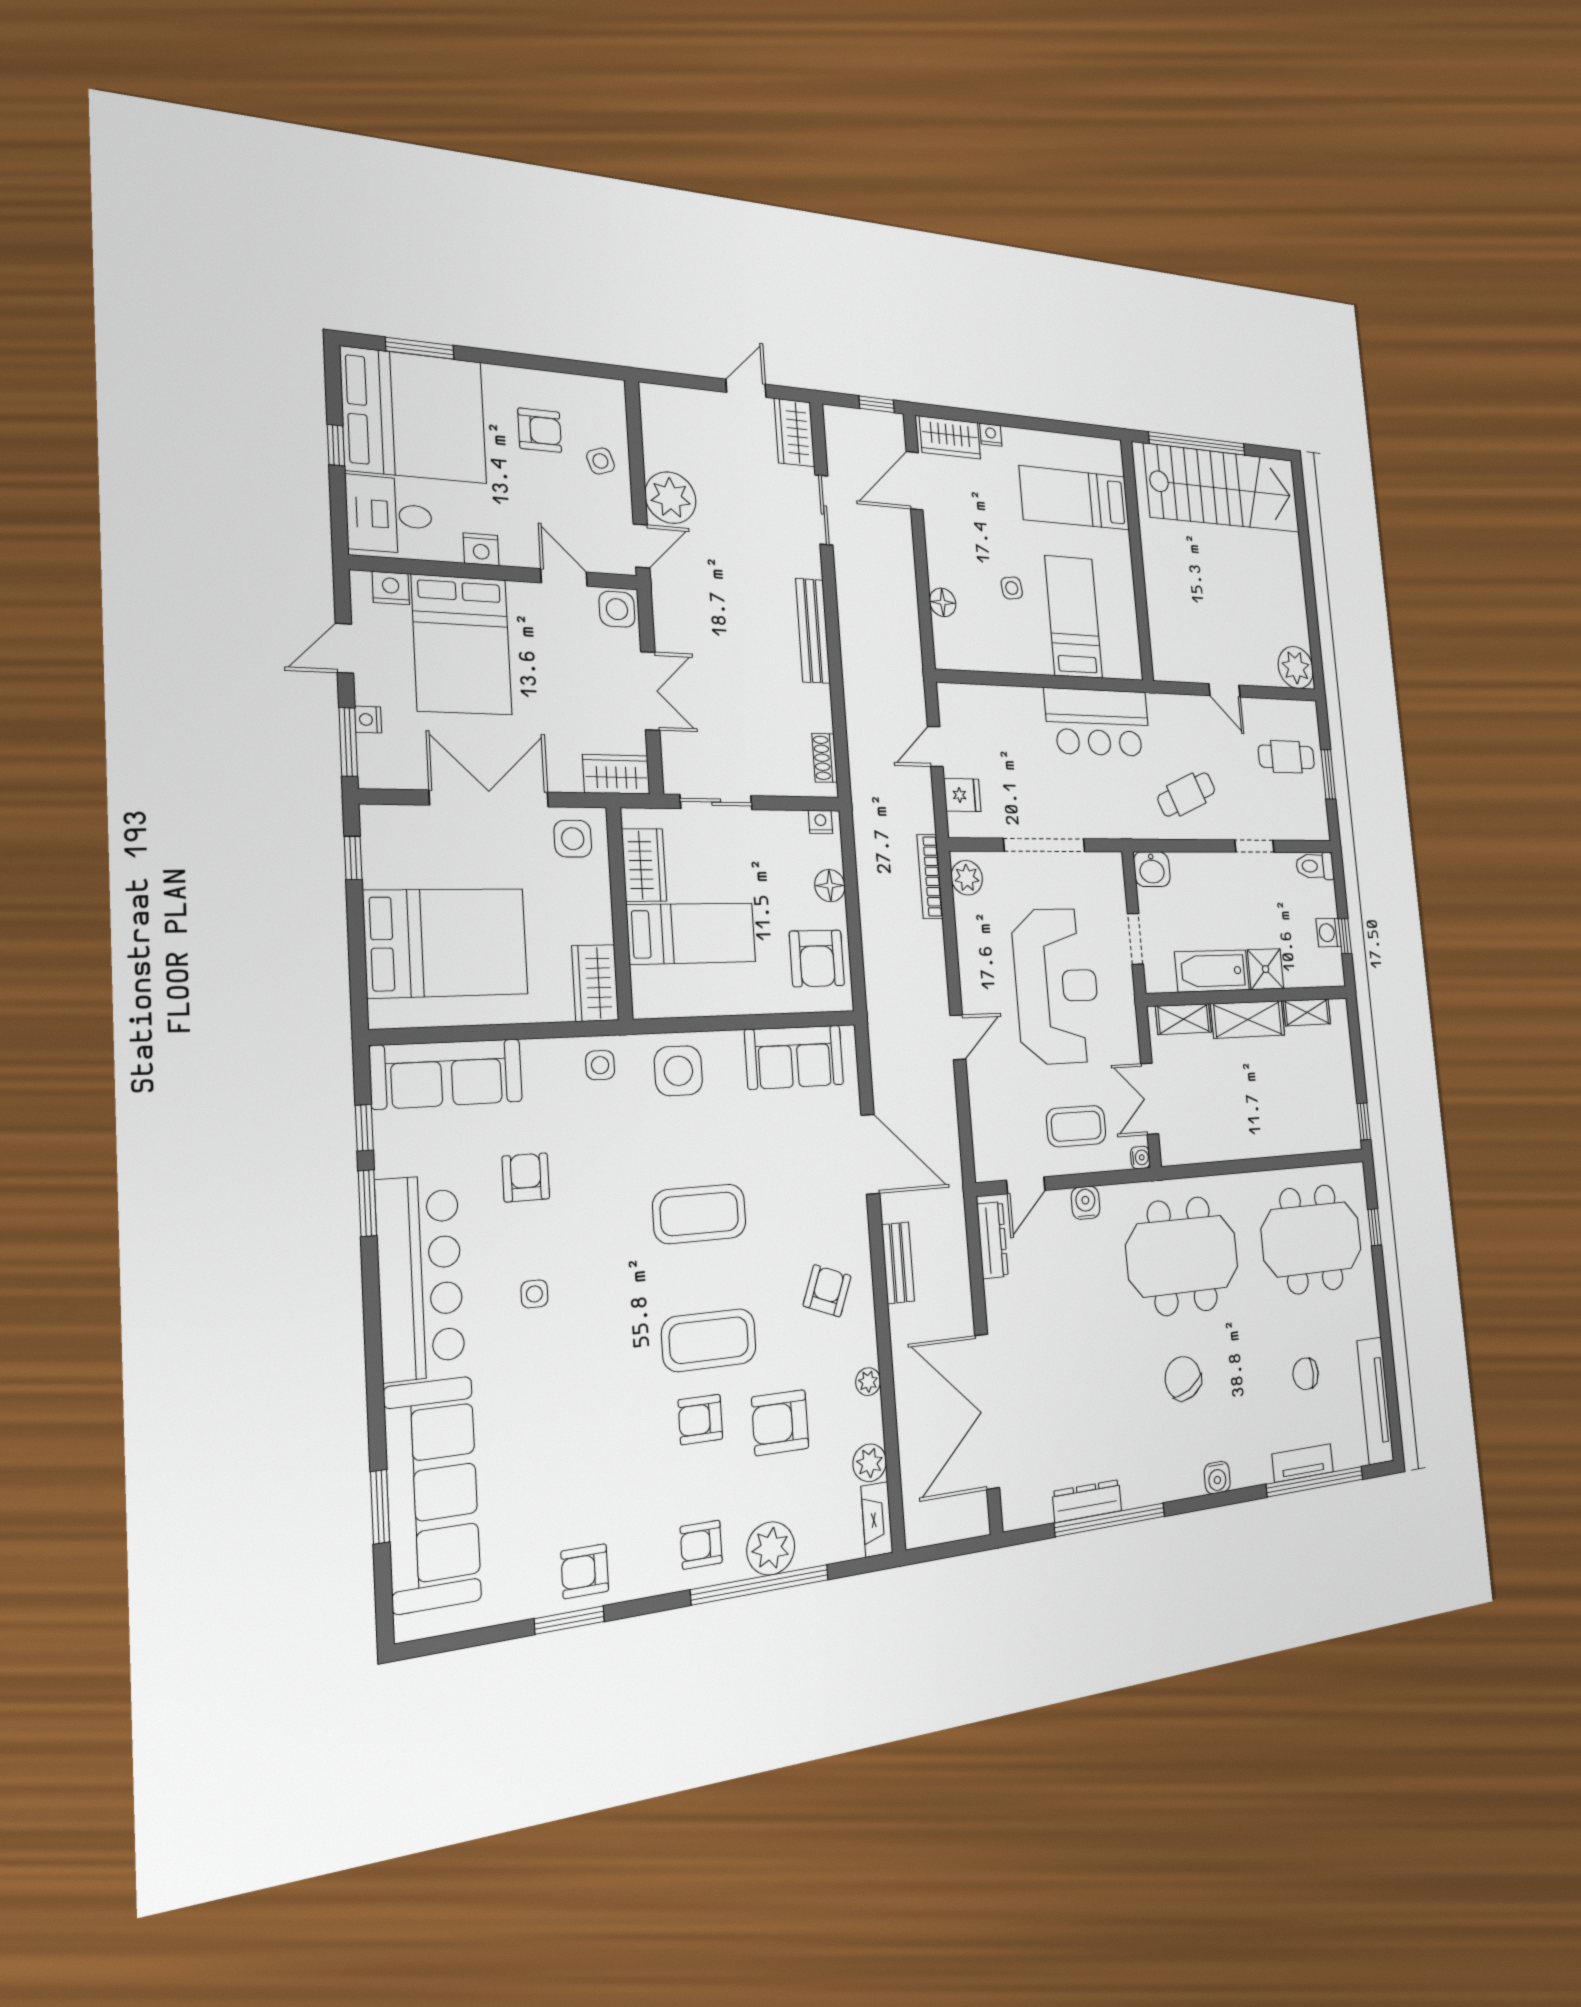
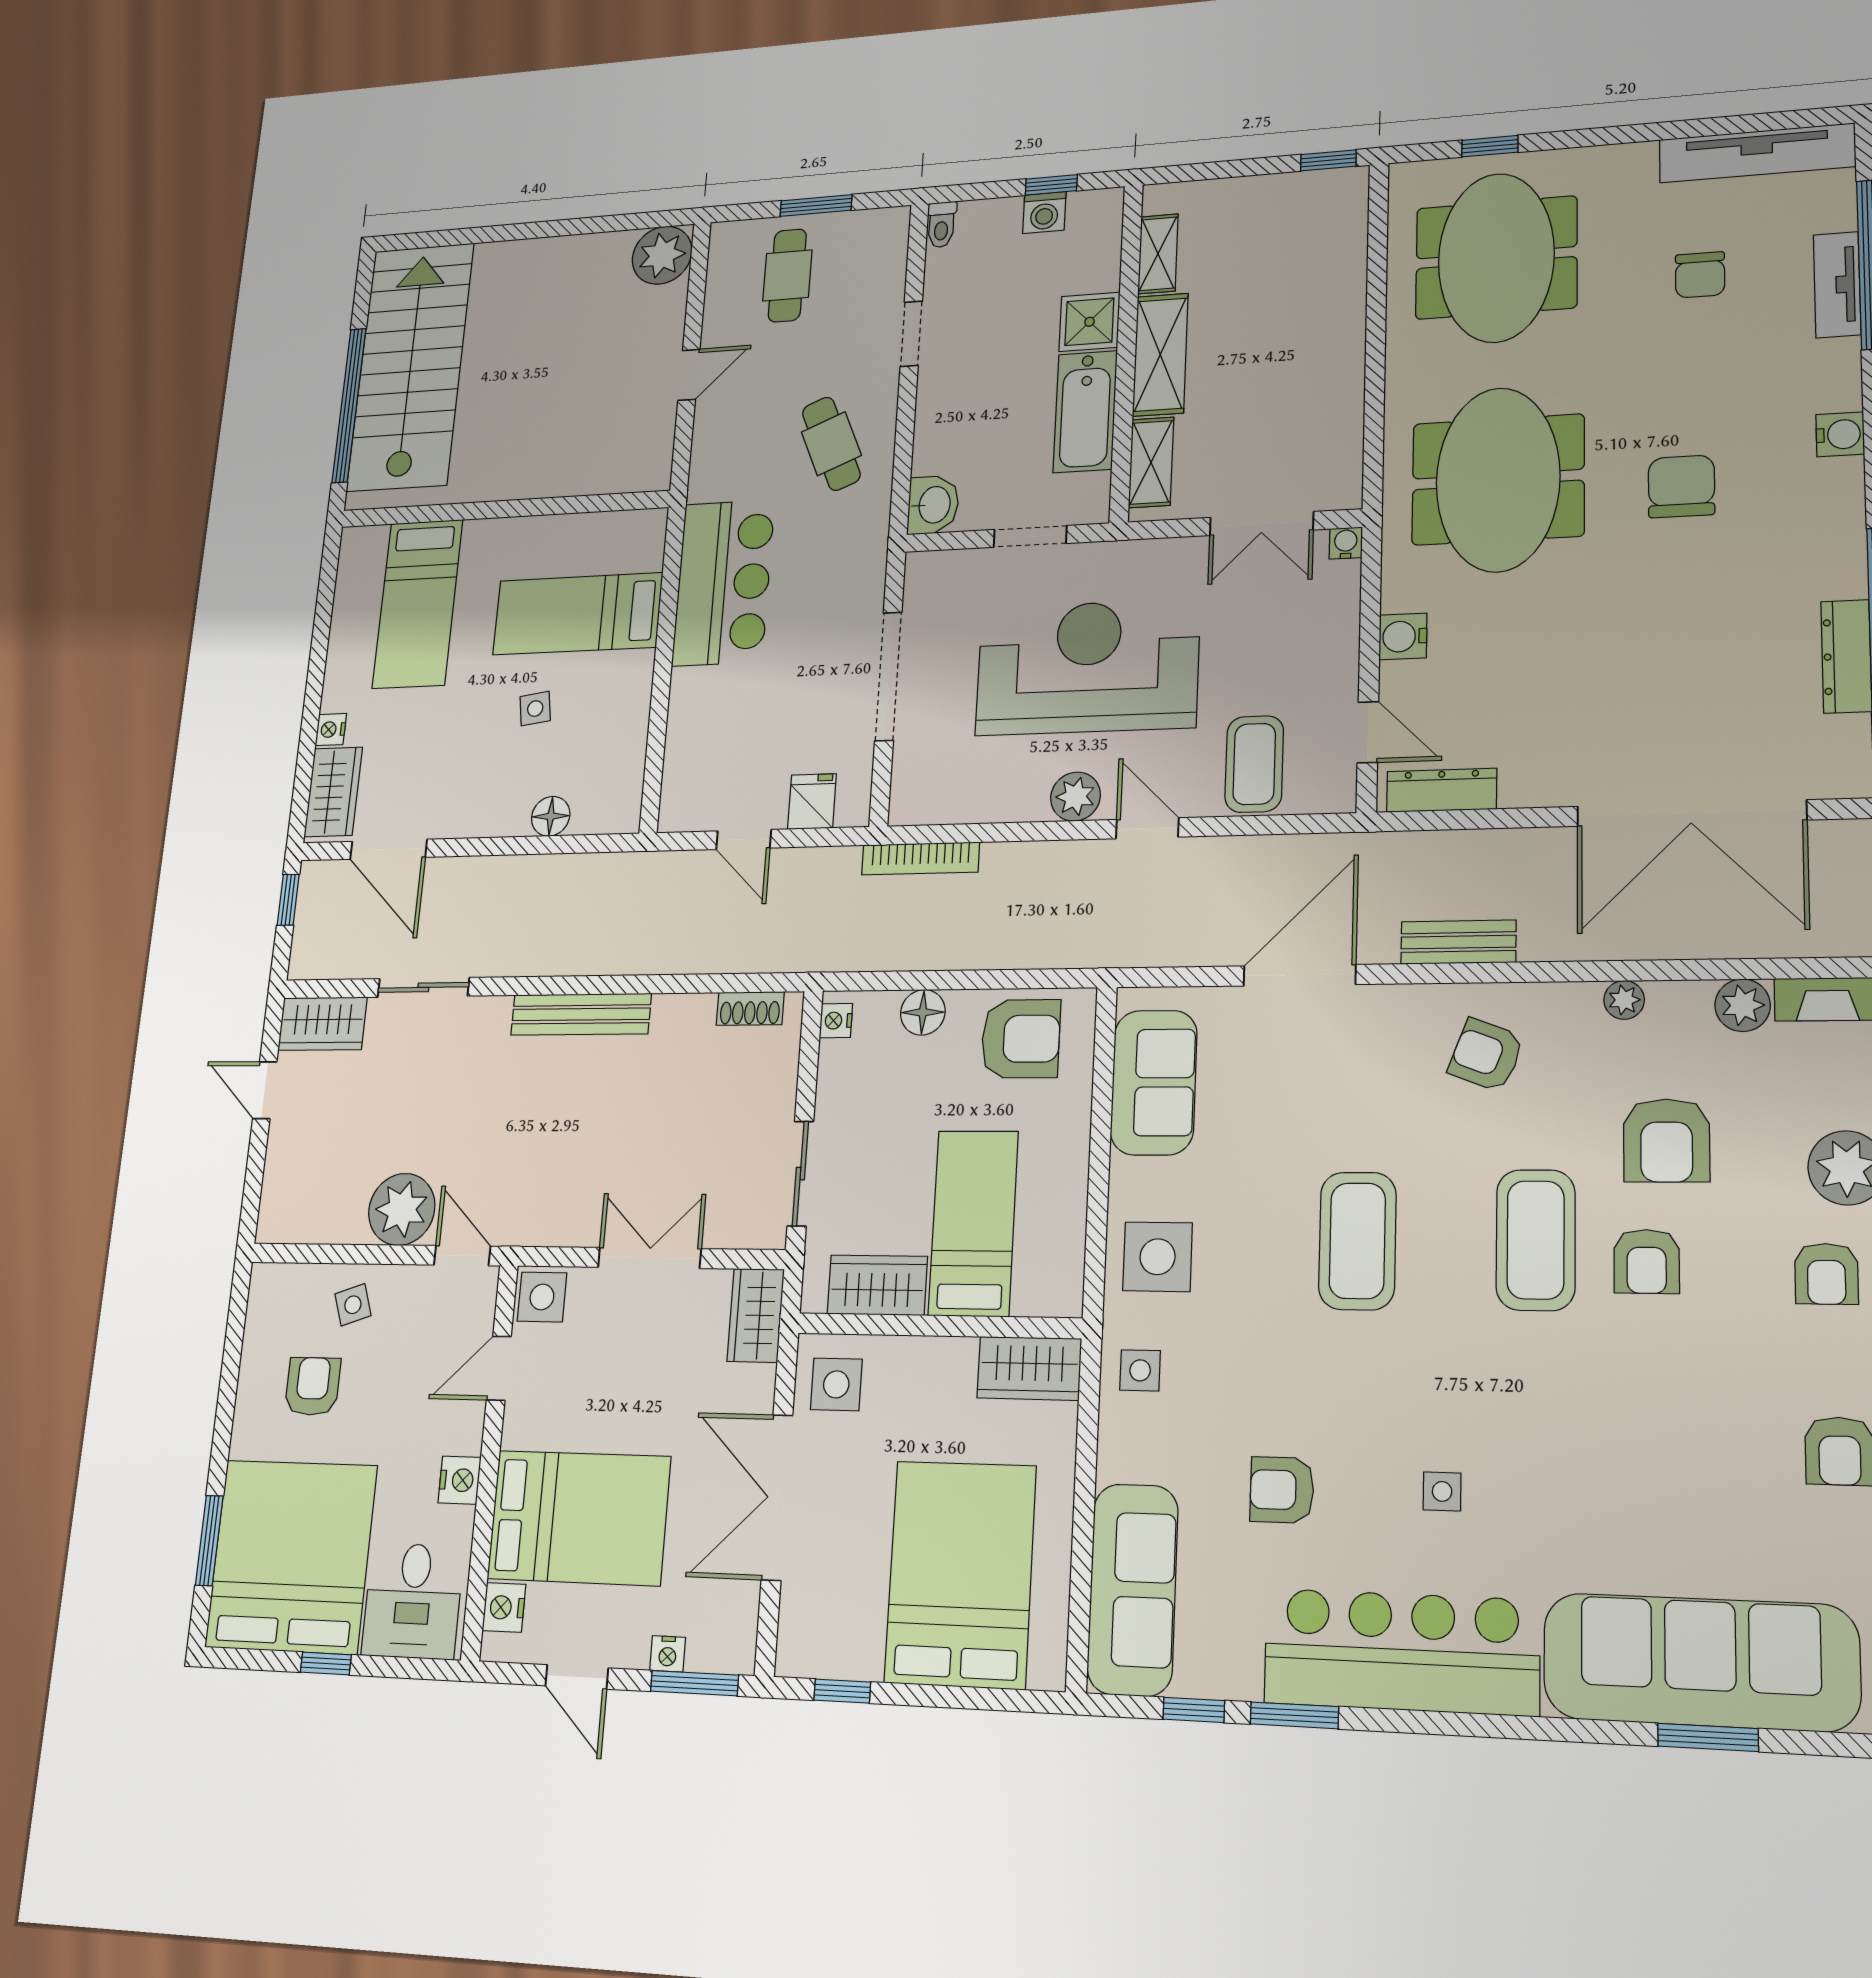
toilet: (1315, 866) -> (941, 225), width x0.73, depth x0.72
plant: (967, 878) -> (1075, 797), moved
coffee table: (1076, 1126) -> (1254, 764), moved
chair: (1183, 1378) -> (1681, 486), turned 119

